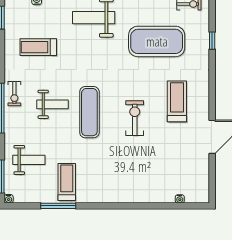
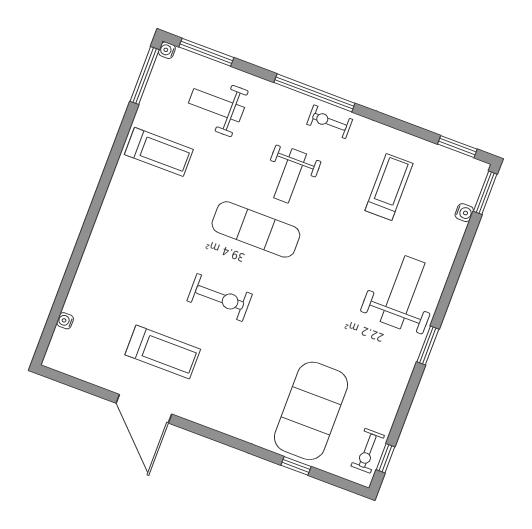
exercise mat: (157, 41) -> (311, 411), moved
treadmill: (177, 101) -> (163, 352), moved
weight bench: (29, 160) -> (216, 105), turned 90
window: (58, 206) -> (145, 75), moved

